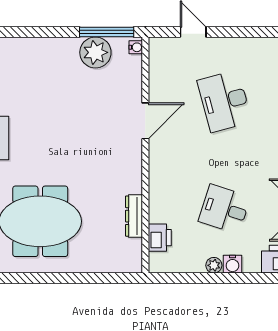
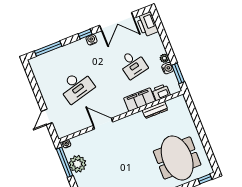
filing cabinet: (161, 197) -> (140, 100), added
desk: (224, 209) -> (133, 64), turned -30
water cooler: (232, 264) -> (168, 68), moved
window: (180, 278) -> (178, 73), added

